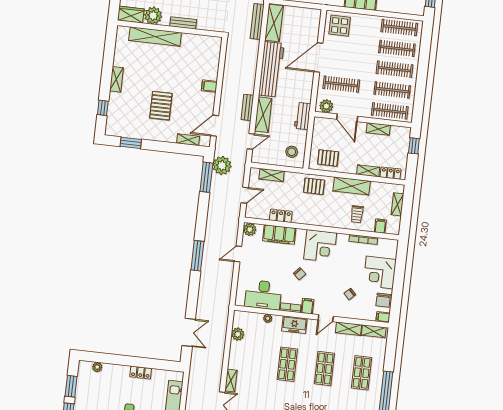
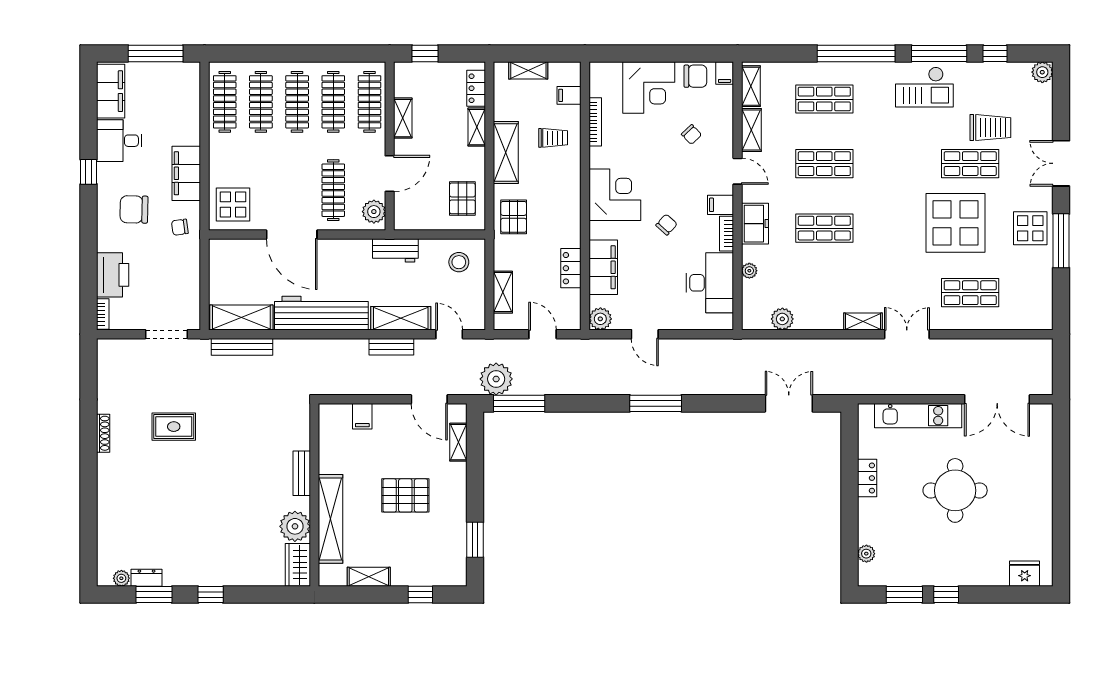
wardrobe: (131, 15) -> (298, 565), moved
plant: (153, 16) -> (295, 526), moved
bench: (183, 23) -> (302, 473), moved
wall: (170, 29) -> (314, 495), moved
shelving: (155, 36) -> (331, 519), moved

